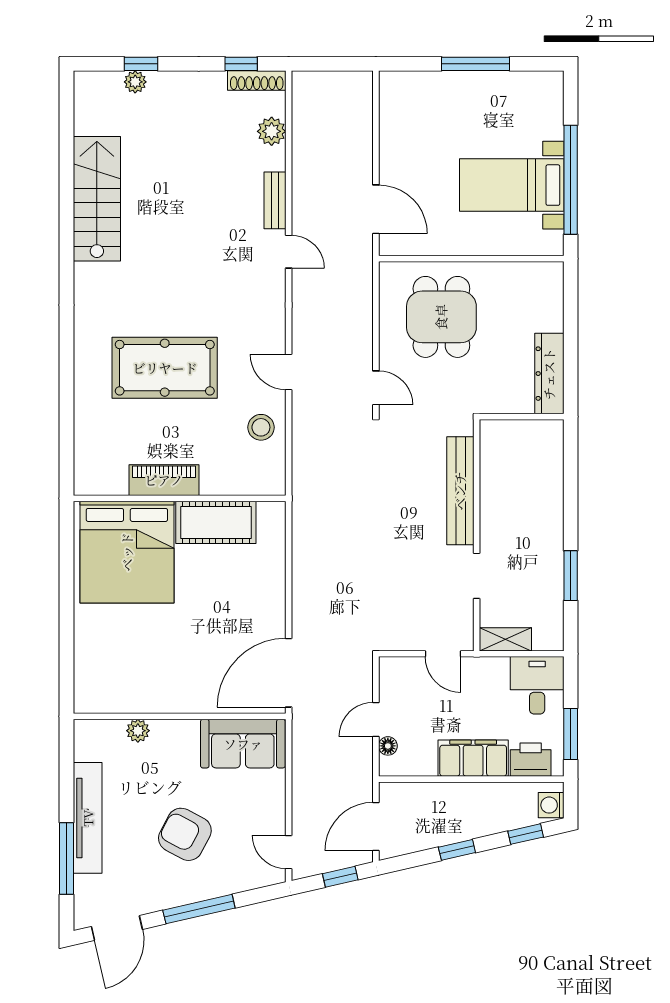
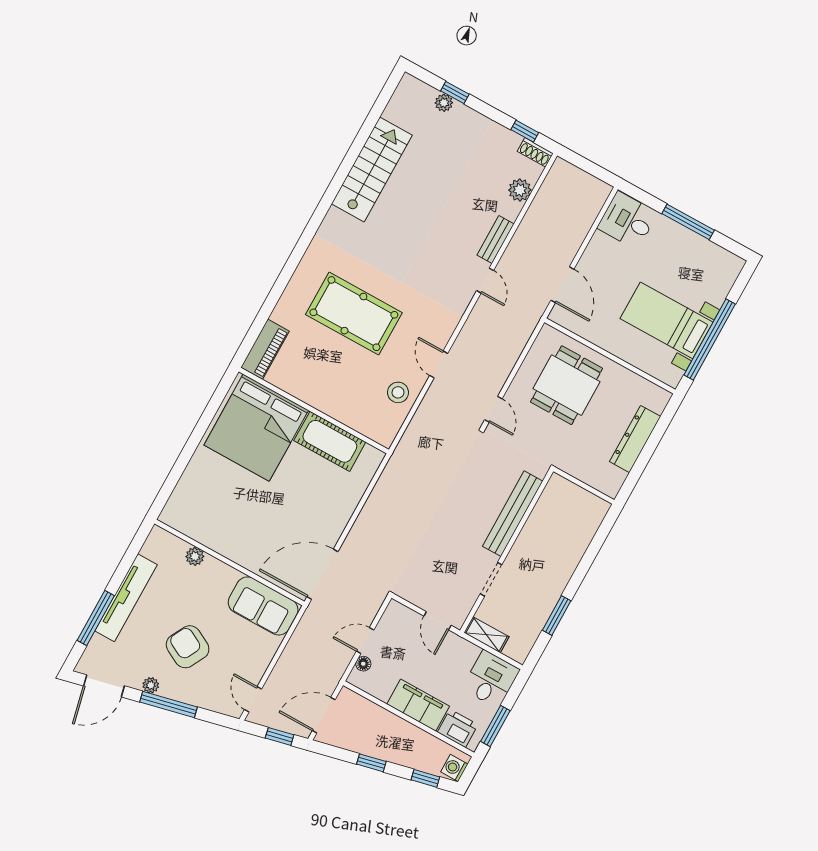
shoe rack: (257, 81) -> (535, 152), width x0.70
desk: (408, 99) -> (627, 220), added
dresser: (549, 374) -> (635, 439), moved
piano: (164, 480) -> (265, 349), moved, turned 90
plant: (168, 899) -> (151, 685), added

